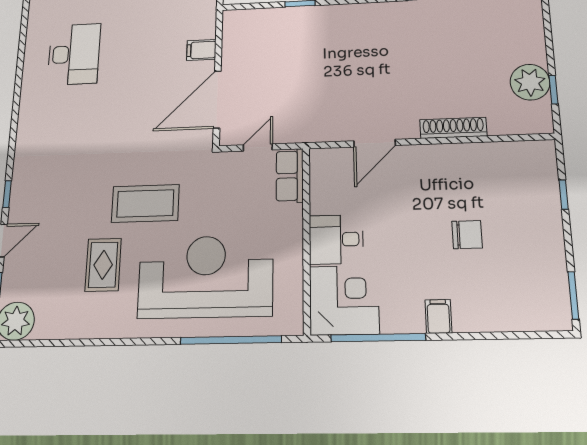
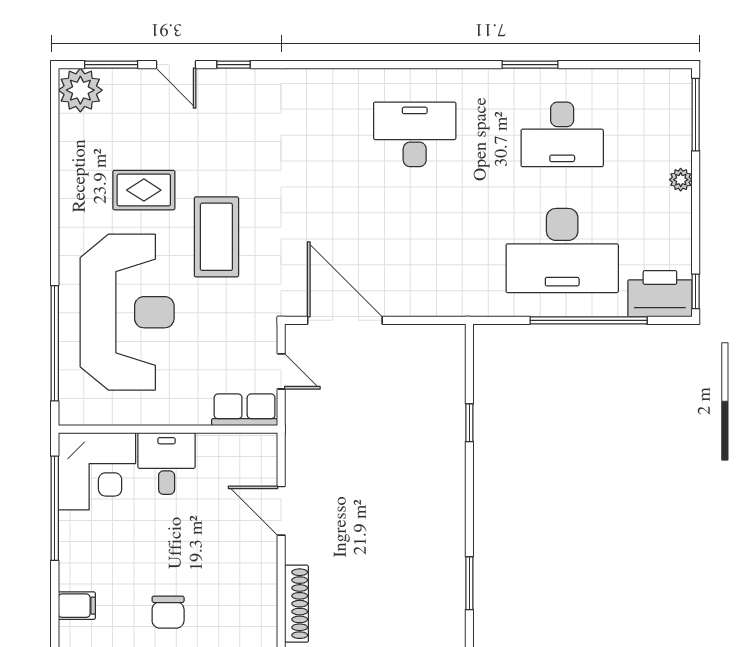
filing cabinet: (201, 50) -> (412, 299), removed
desk: (74, 54) -> (415, 134), turned 180
filing cabinet: (438, 316) -> (77, 606), moved

